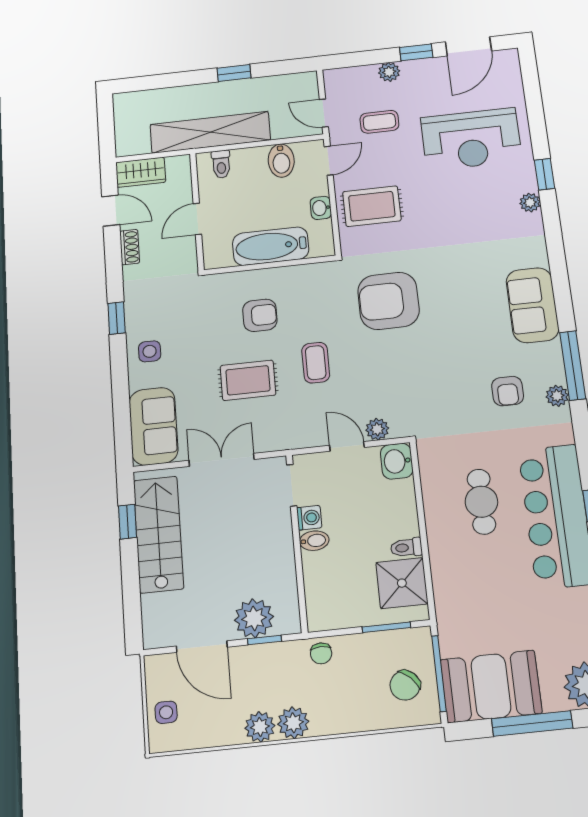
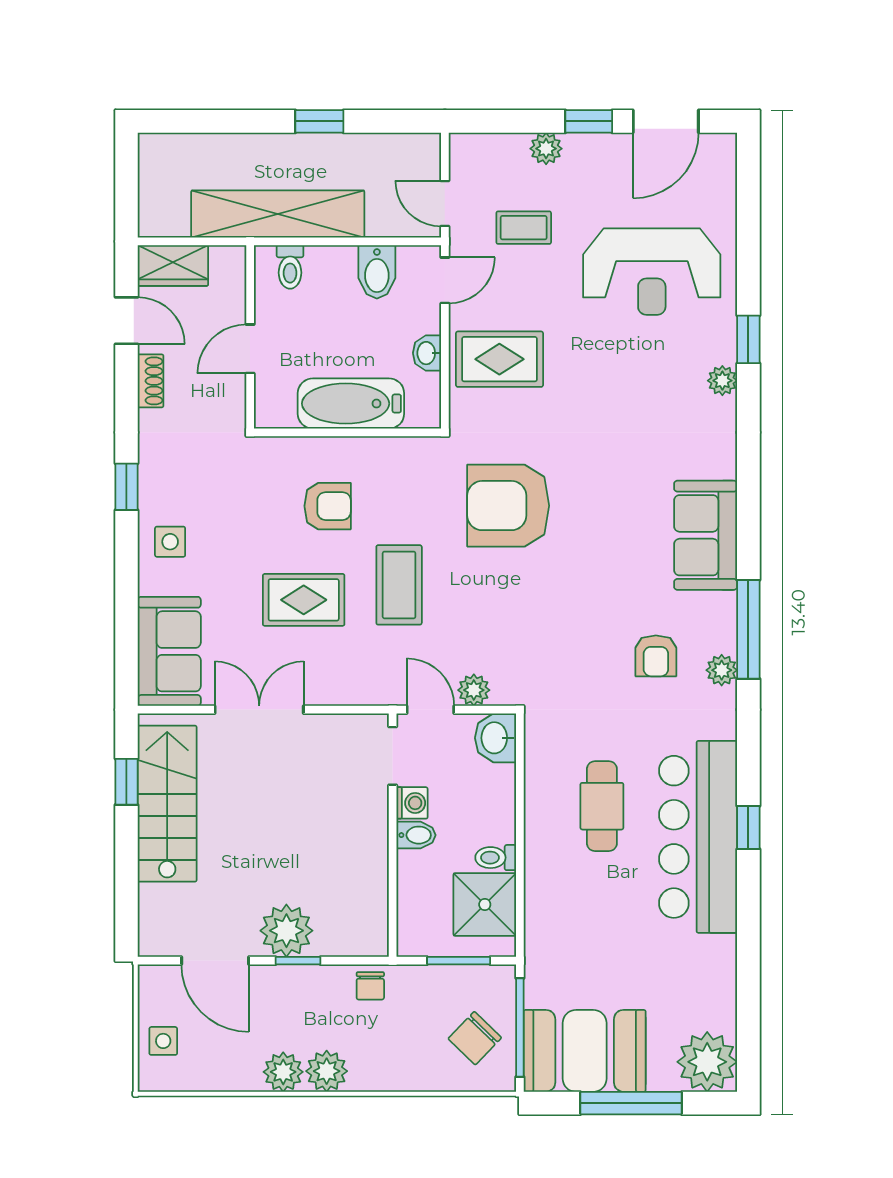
coffee table: (316, 363) -> (399, 585), width x1.36, depth x1.30
doorway: (292, 485) -> (393, 756), moved
washing machine: (309, 518) -> (412, 803), moved
bidet: (314, 541) -> (416, 835), moved
wall: (297, 543) -> (393, 835), moved

